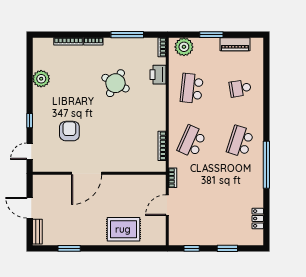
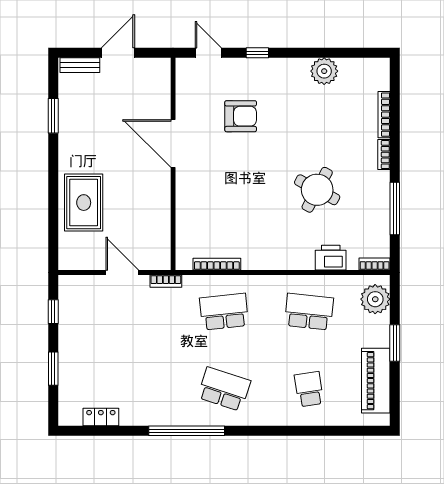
piano: (235, 44) -> (376, 381), width x1.37, depth x1.33
school desk: (192, 141) -> (224, 312), turned -30

